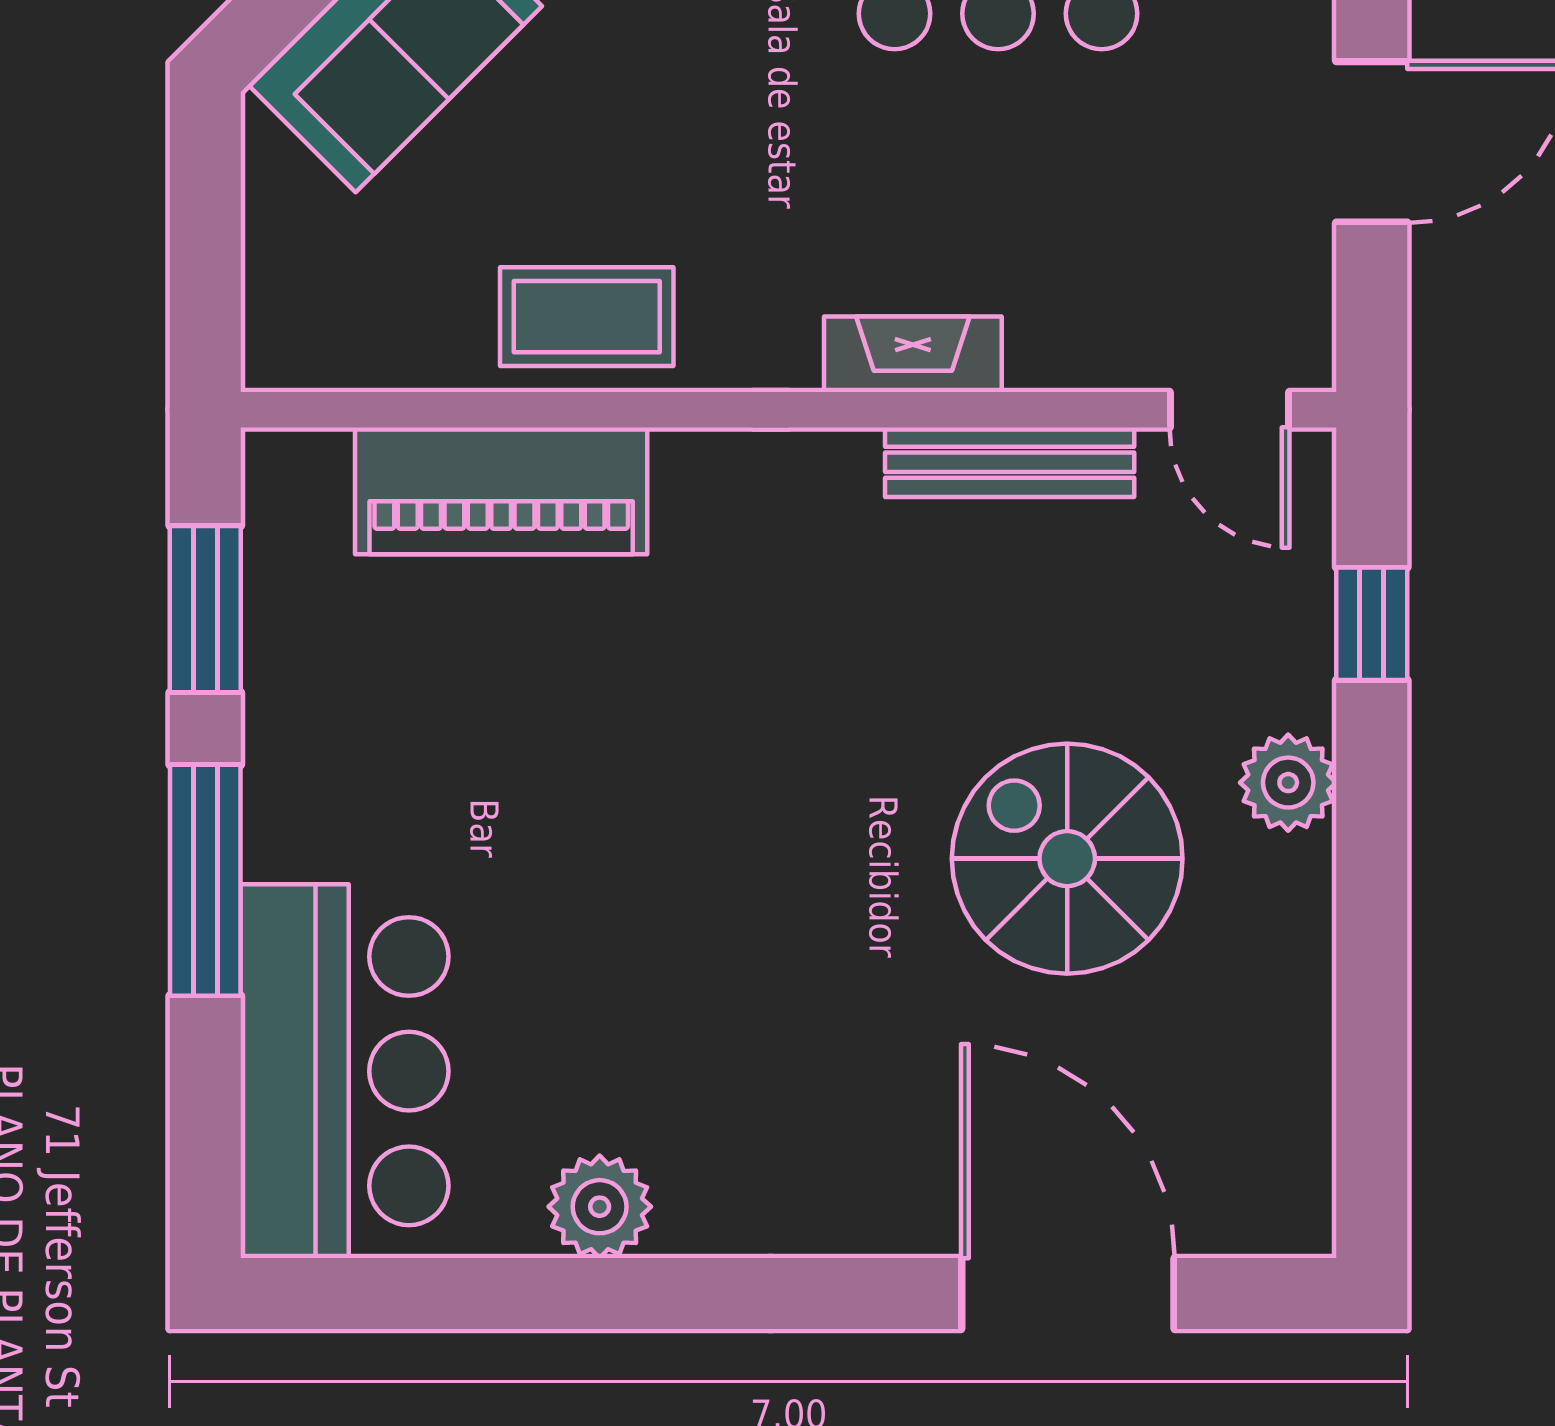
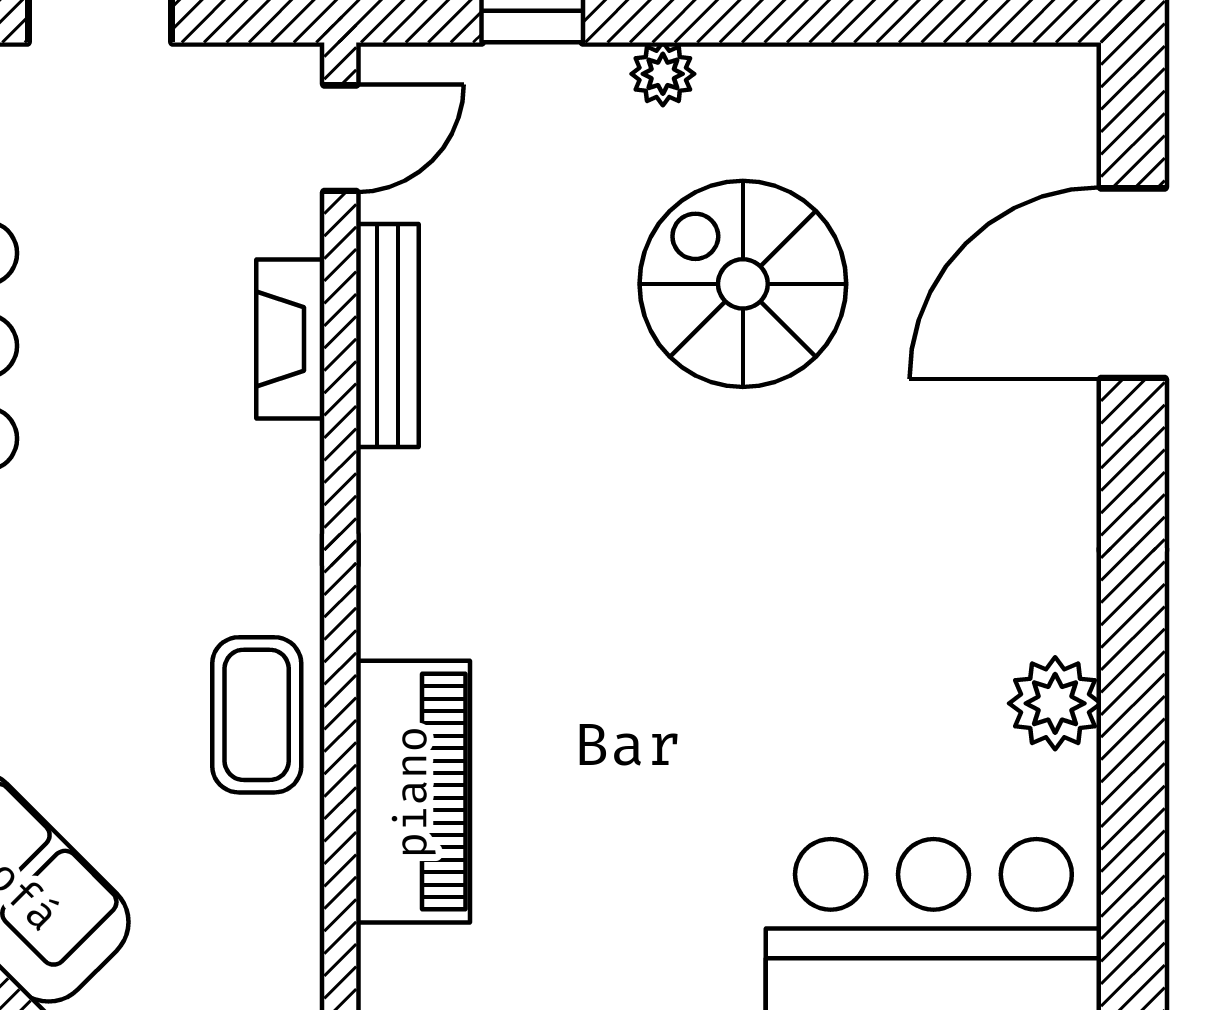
fireplace: (913, 354) -> (290, 339), moved
plant: (1288, 783) -> (663, 74), width x0.73, depth x0.73
spiral stairs: (1067, 859) -> (743, 284), turned 90

